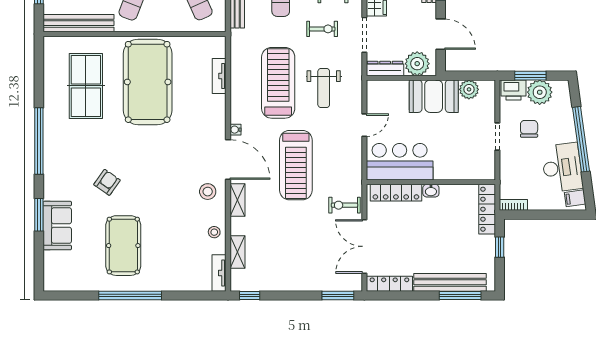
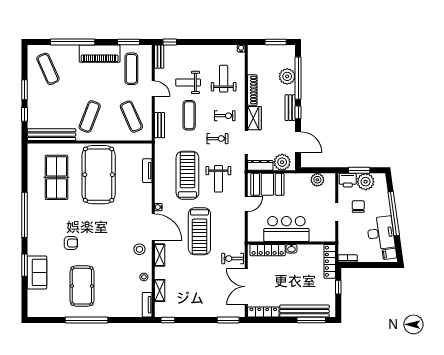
booth: (434, 96) -> (267, 184), moved
bar counter: (400, 162) -> (286, 229), moved
armchair: (107, 182) -> (71, 243), turned 55

